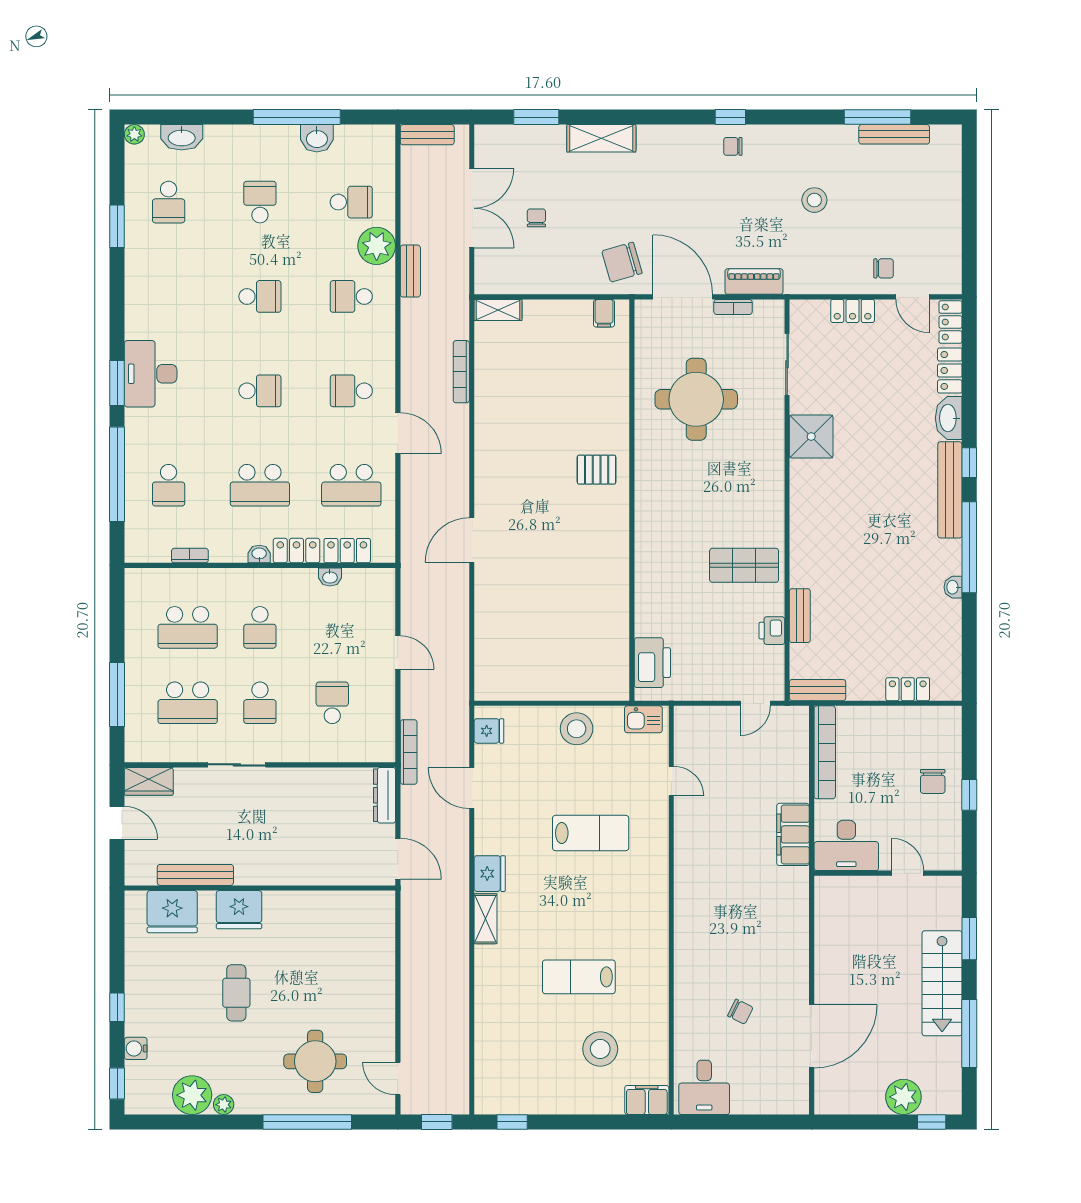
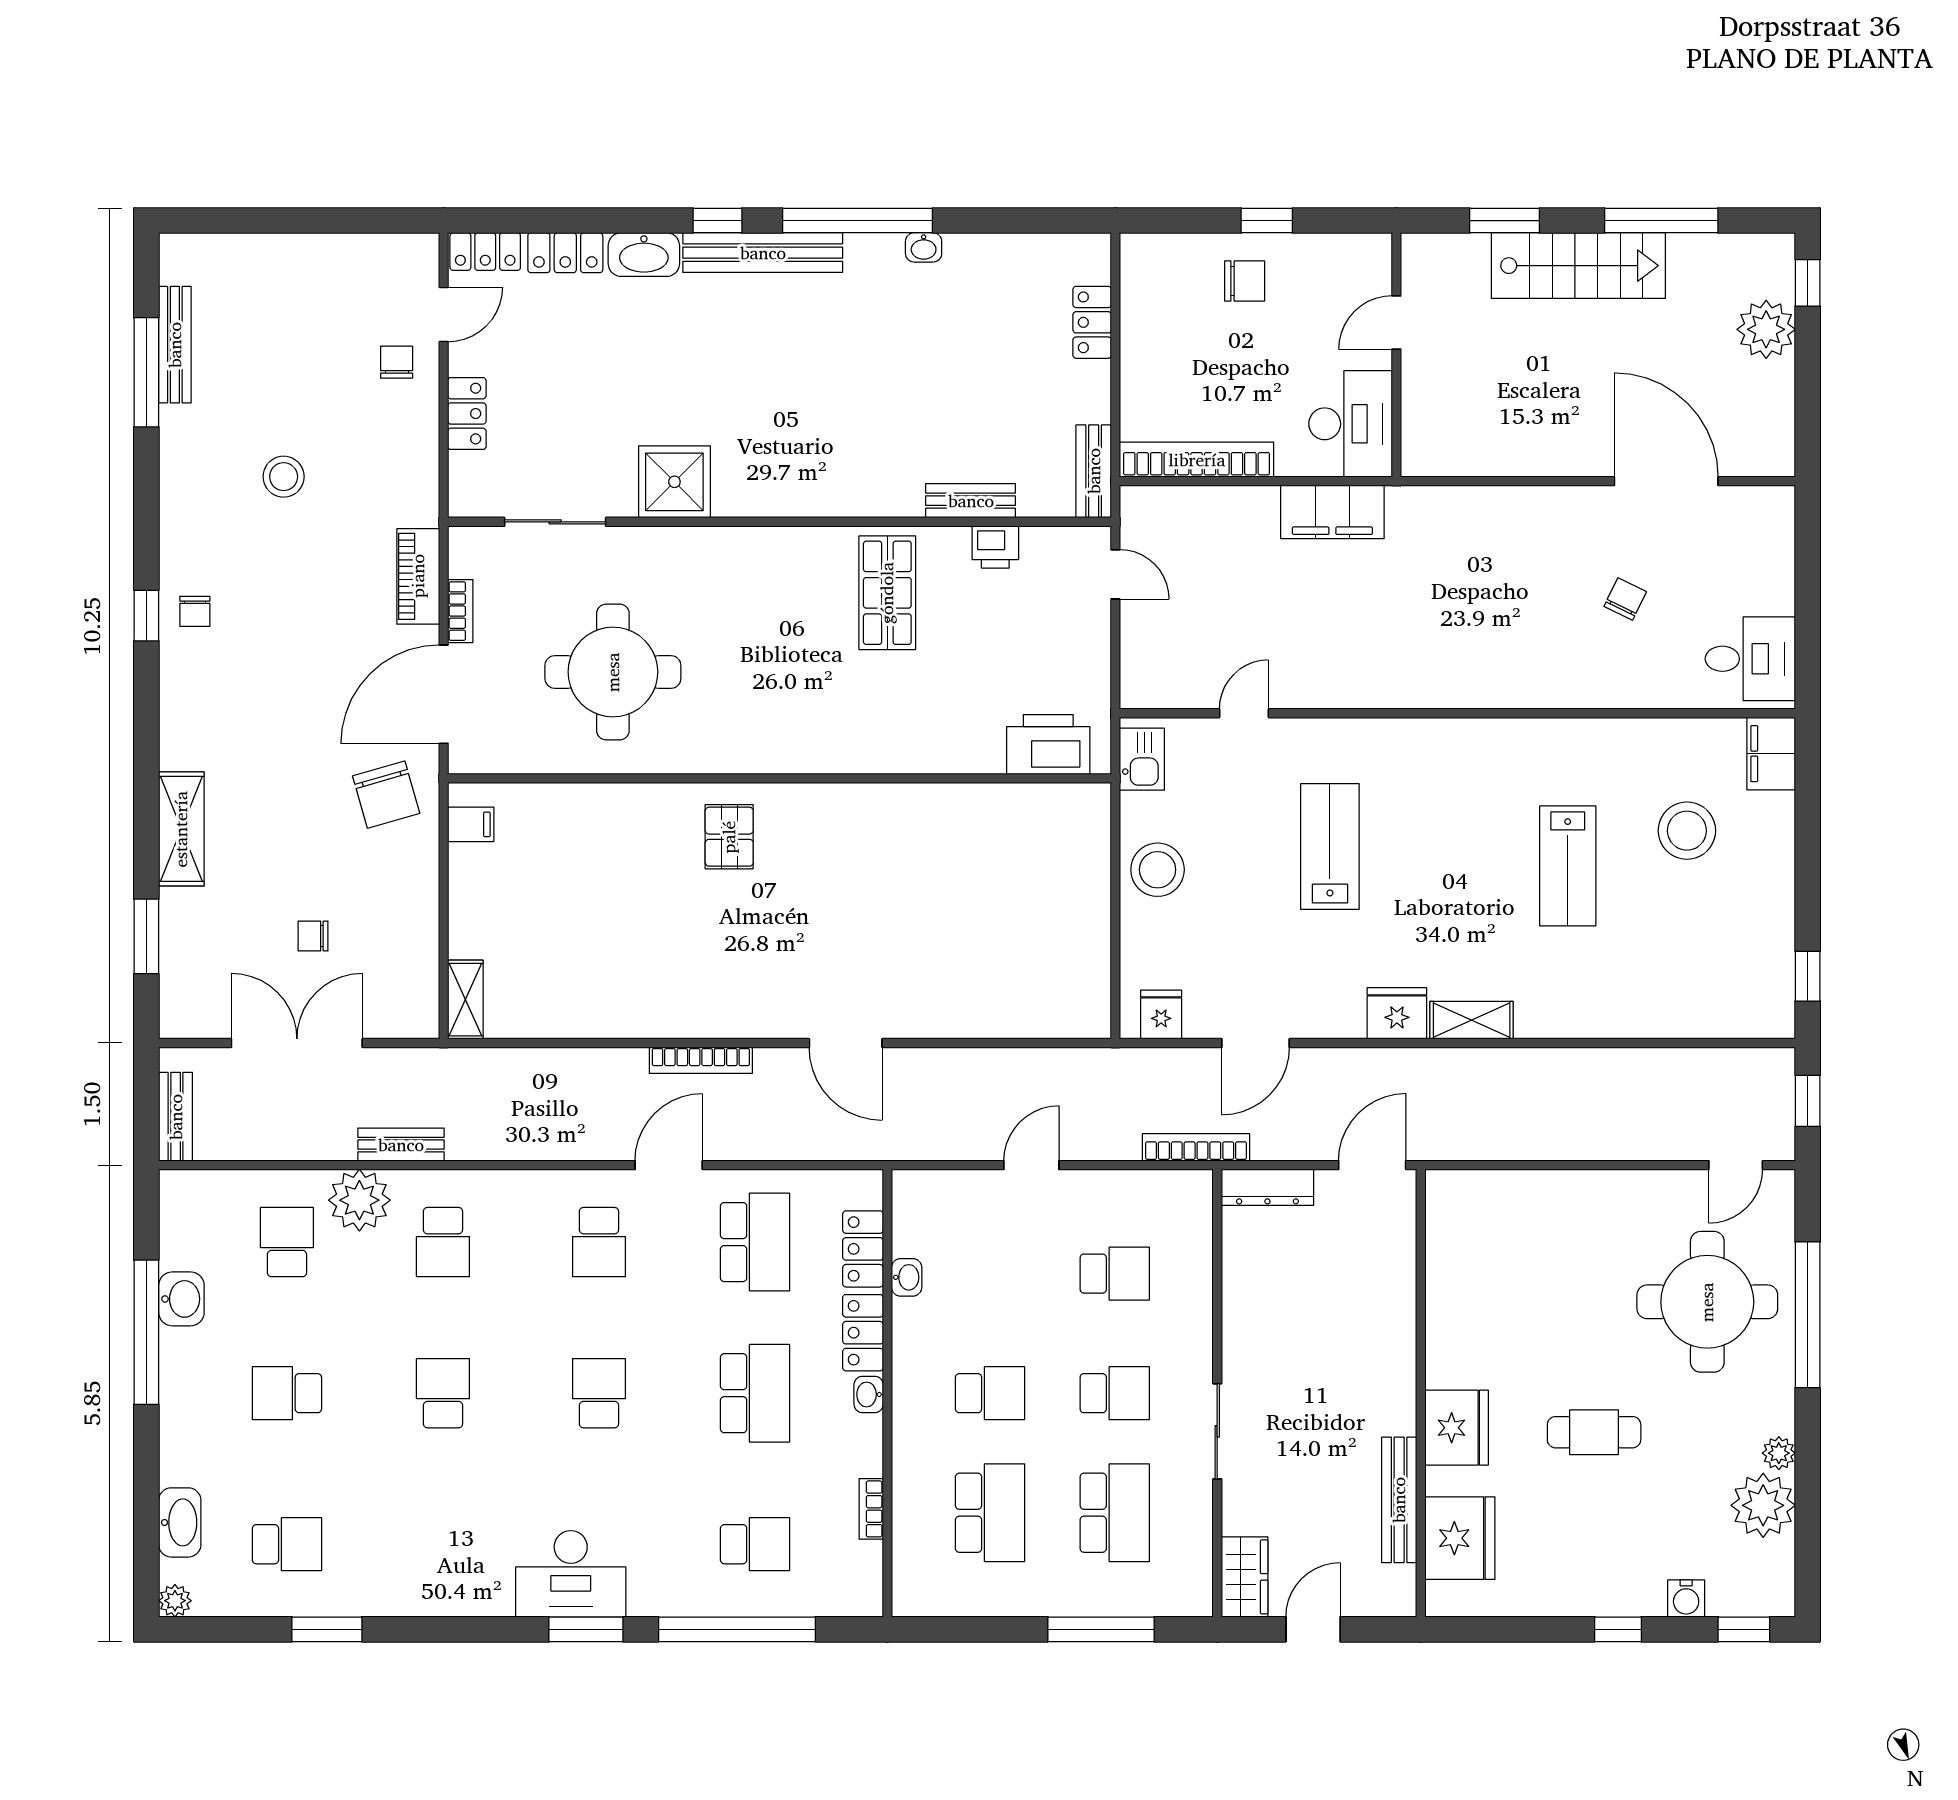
bookcase: (461, 372) -> (701, 1060), moved
school desk: (332, 703) -> (1115, 1274), turned 180
round table: (315, 1061) -> (1707, 1302), width x1.36, depth x1.36

